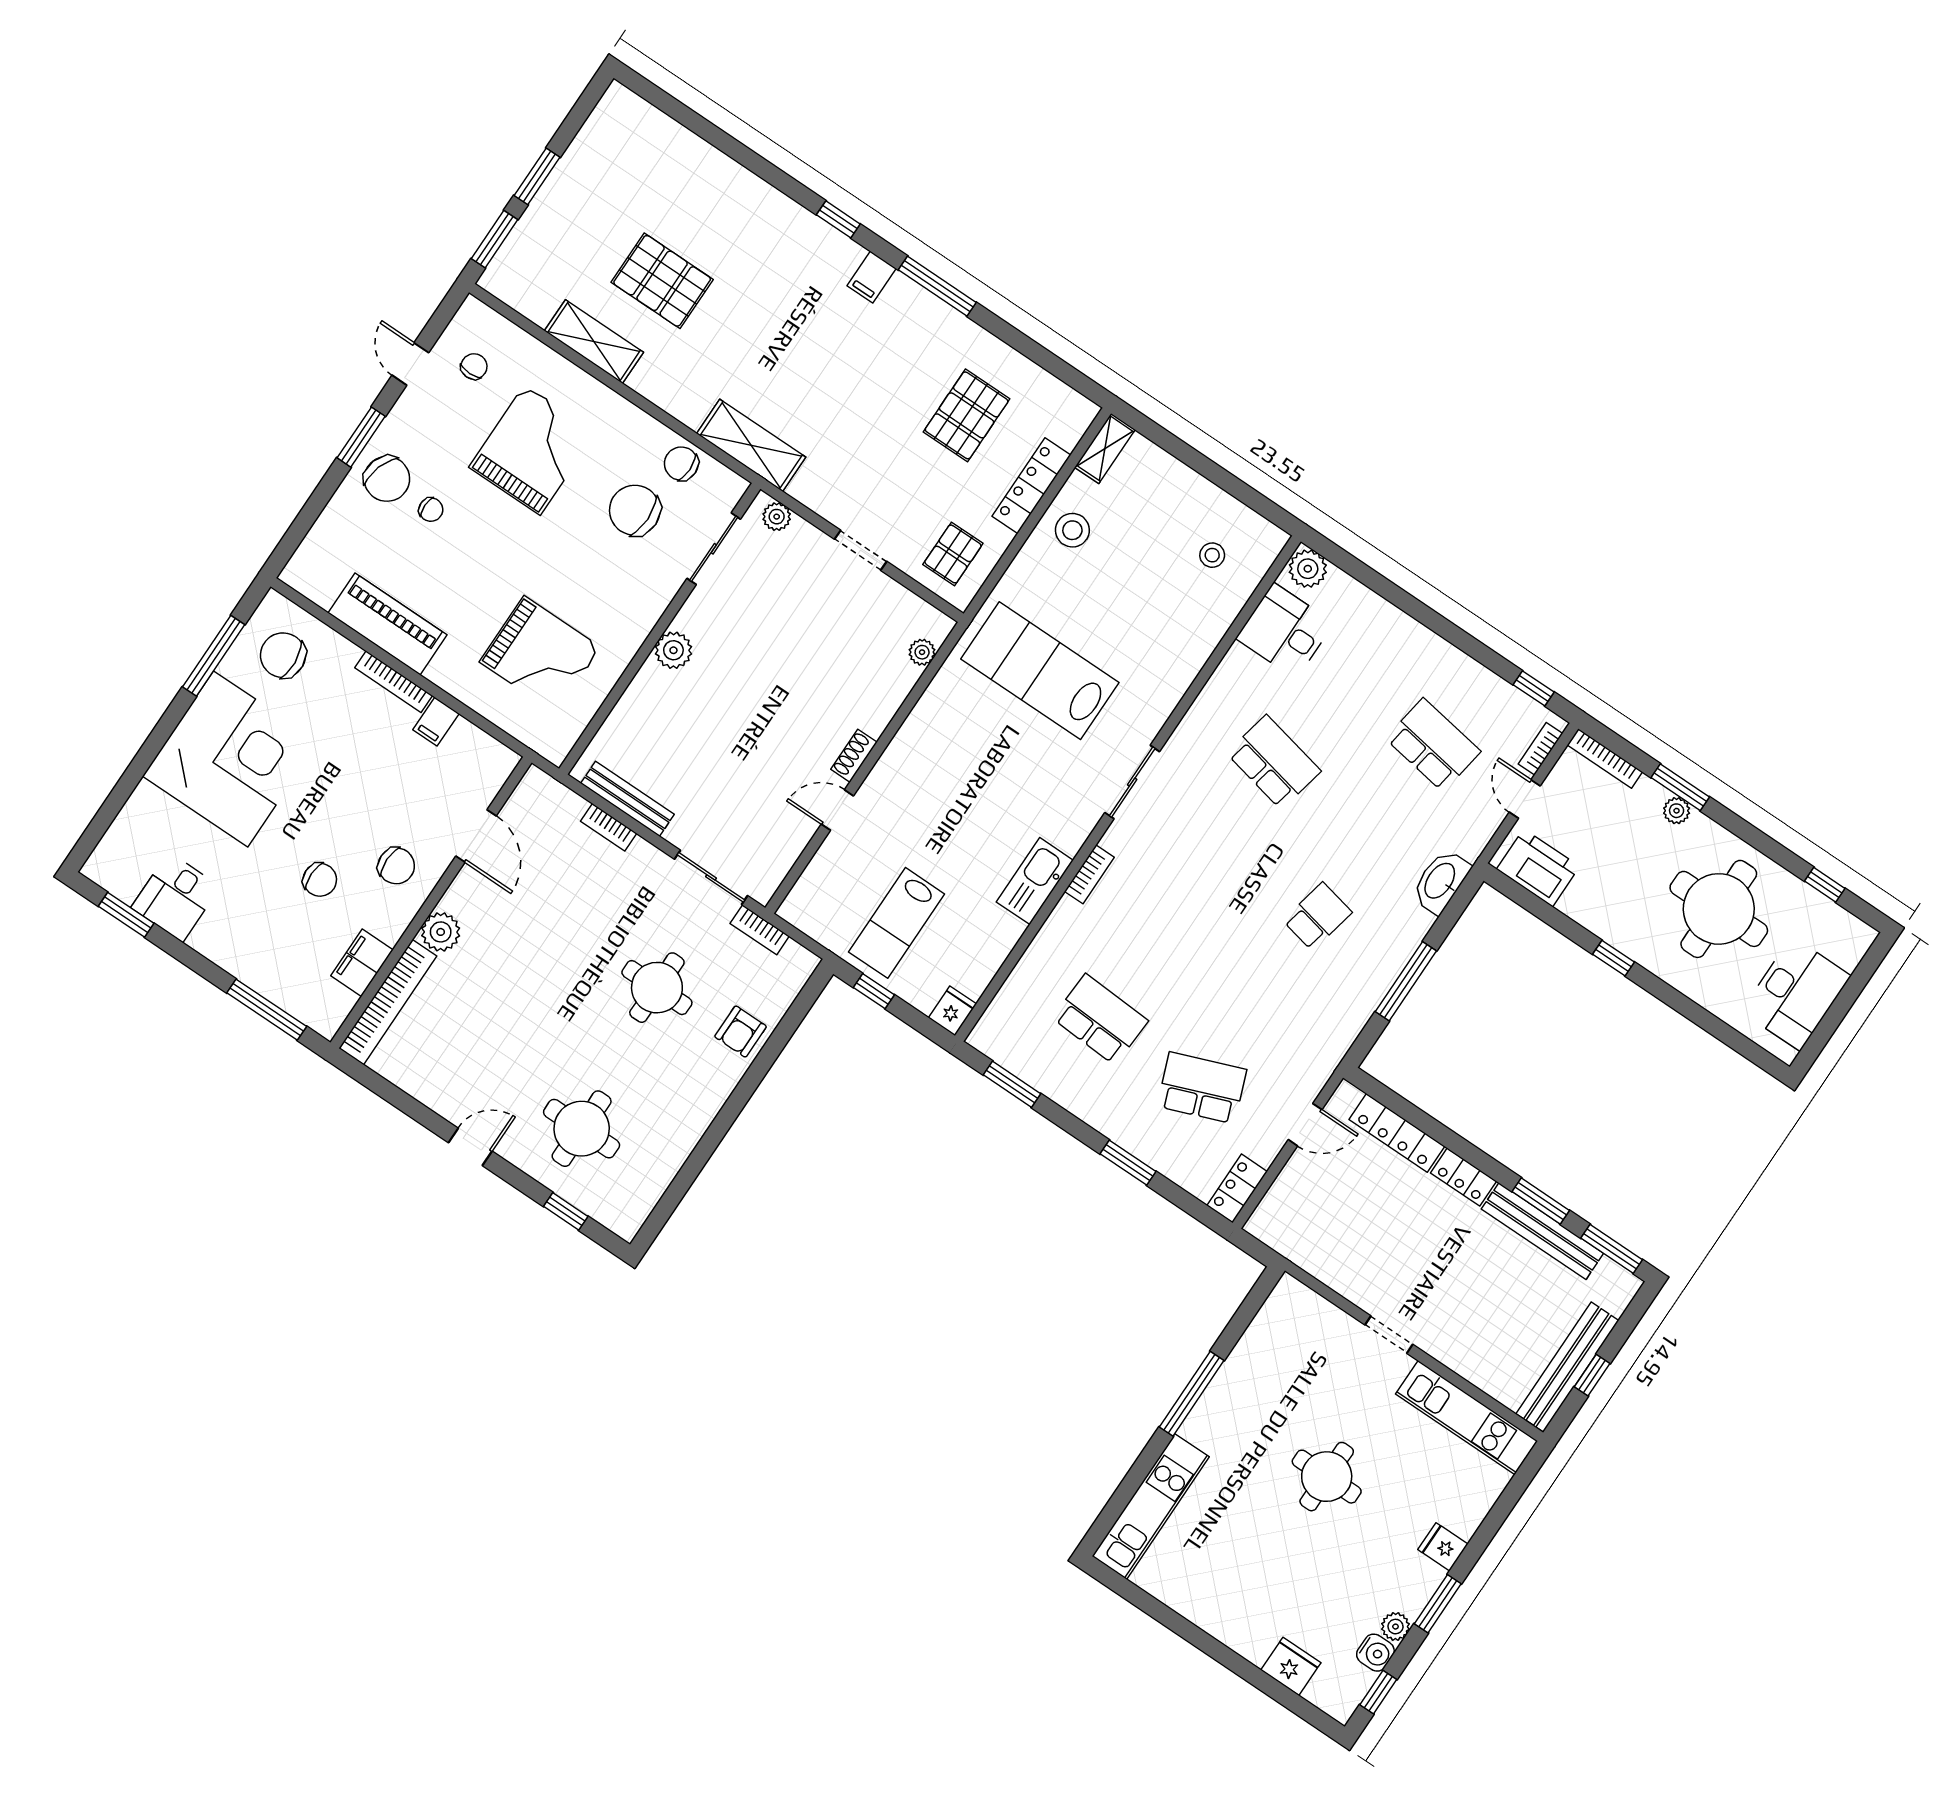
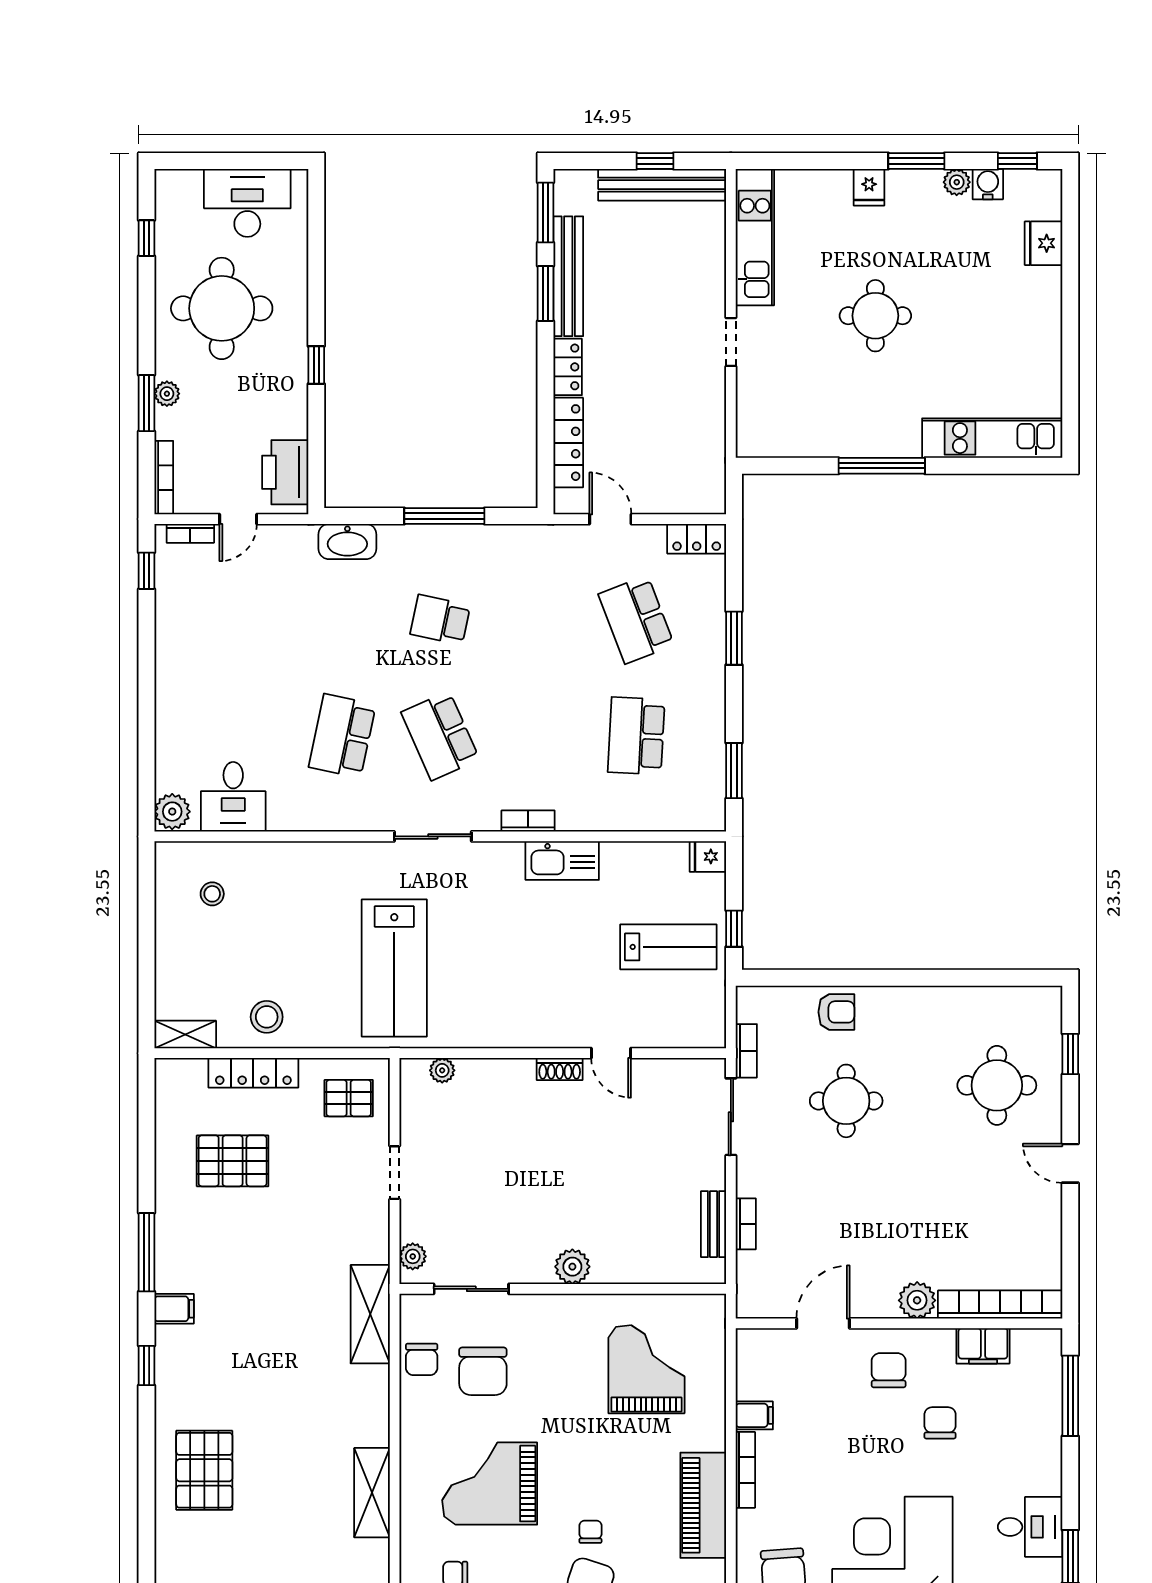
pallet: (662, 281) -> (204, 1470), moved
school desk: (1433, 745) -> (440, 736), moved, turned -33
bench: (627, 799) -> (714, 1224), width x0.73

